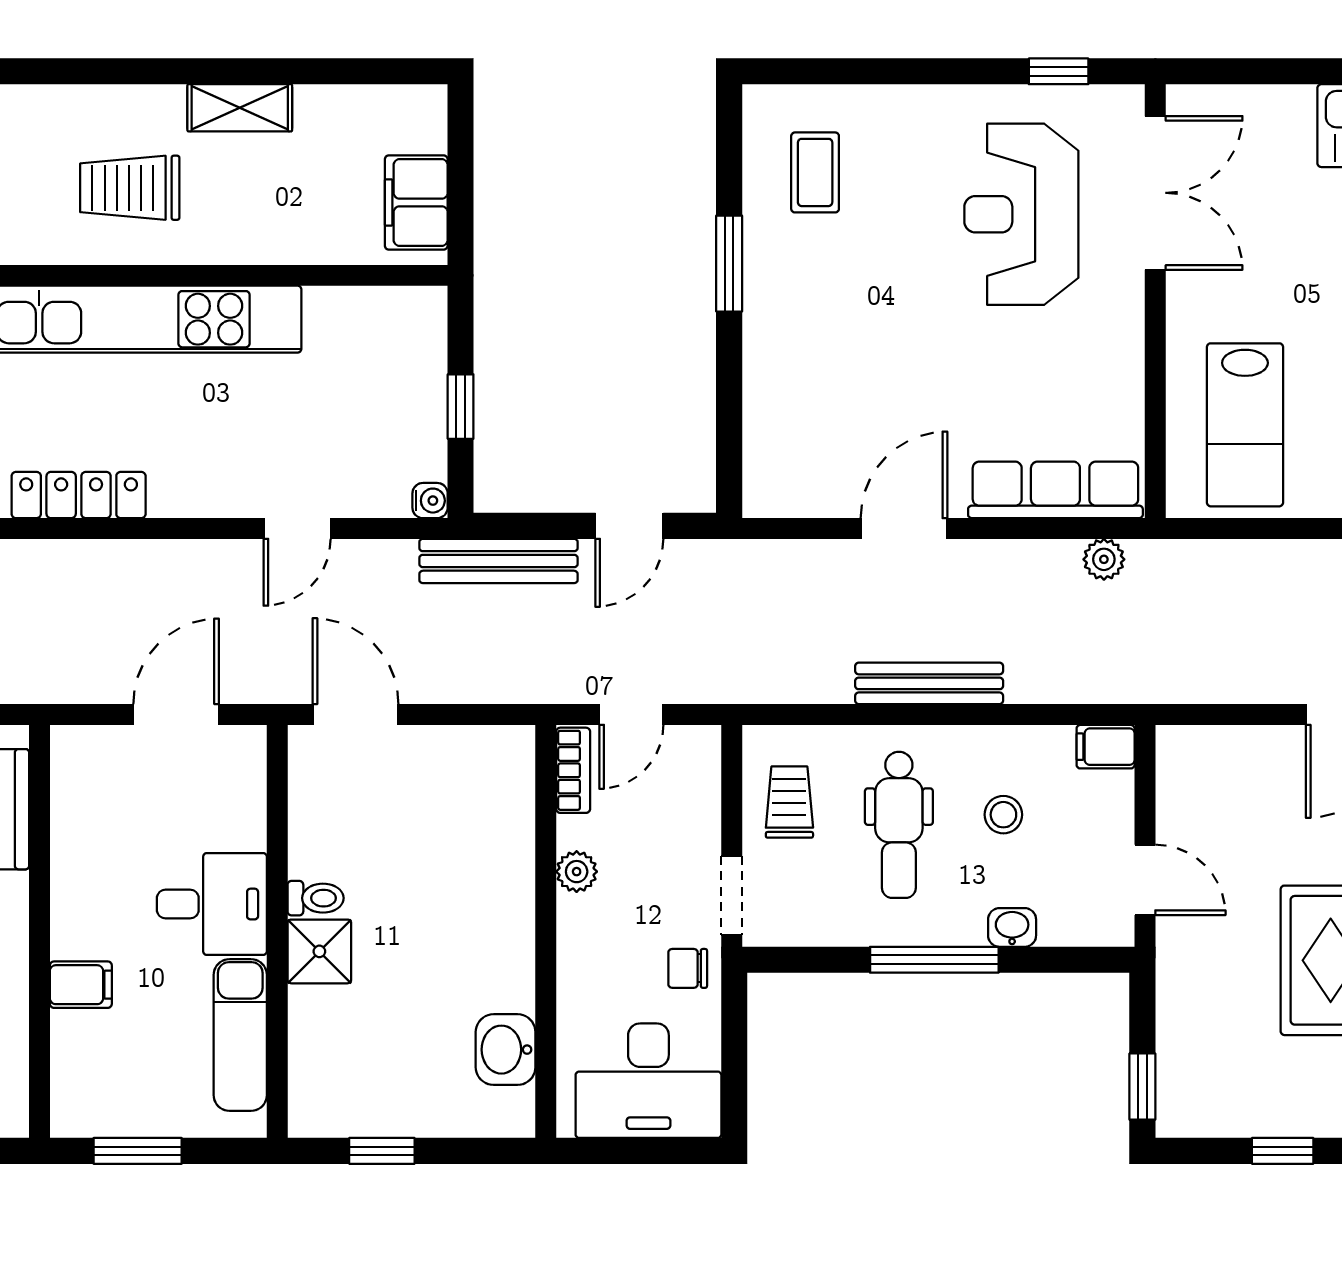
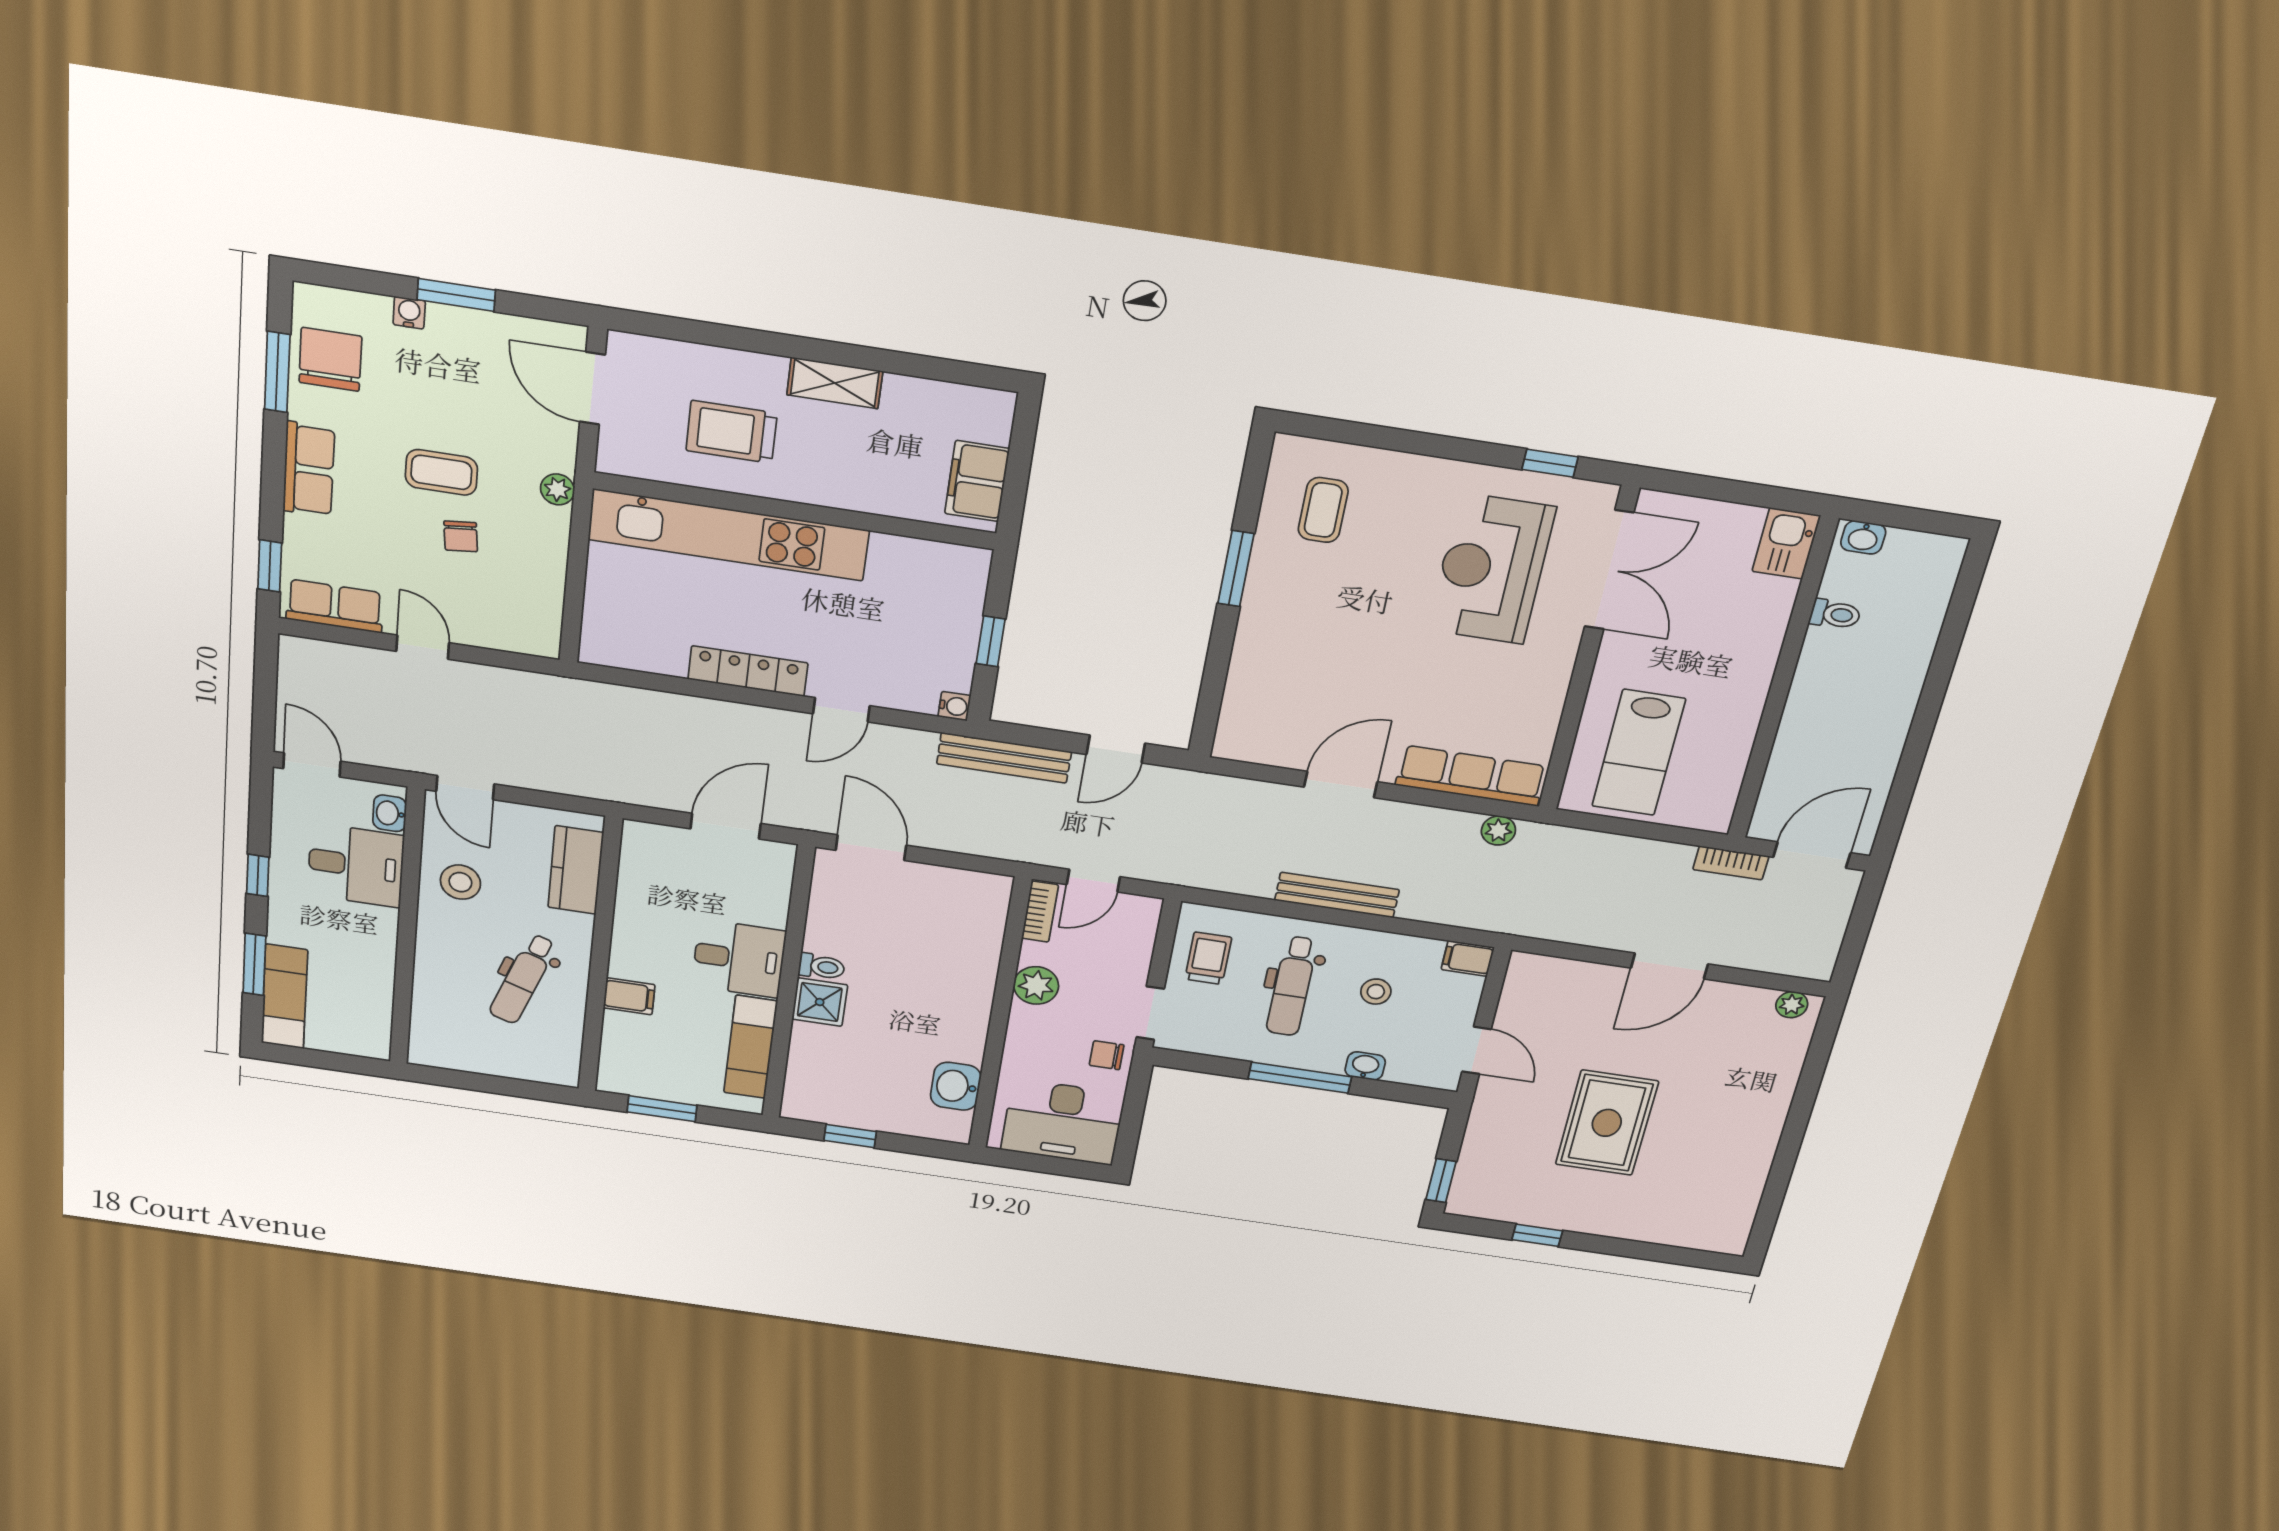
locker: (79, 495) -> (748, 671), moved
plant: (577, 872) -> (1036, 985), width x1.38, depth x1.38

